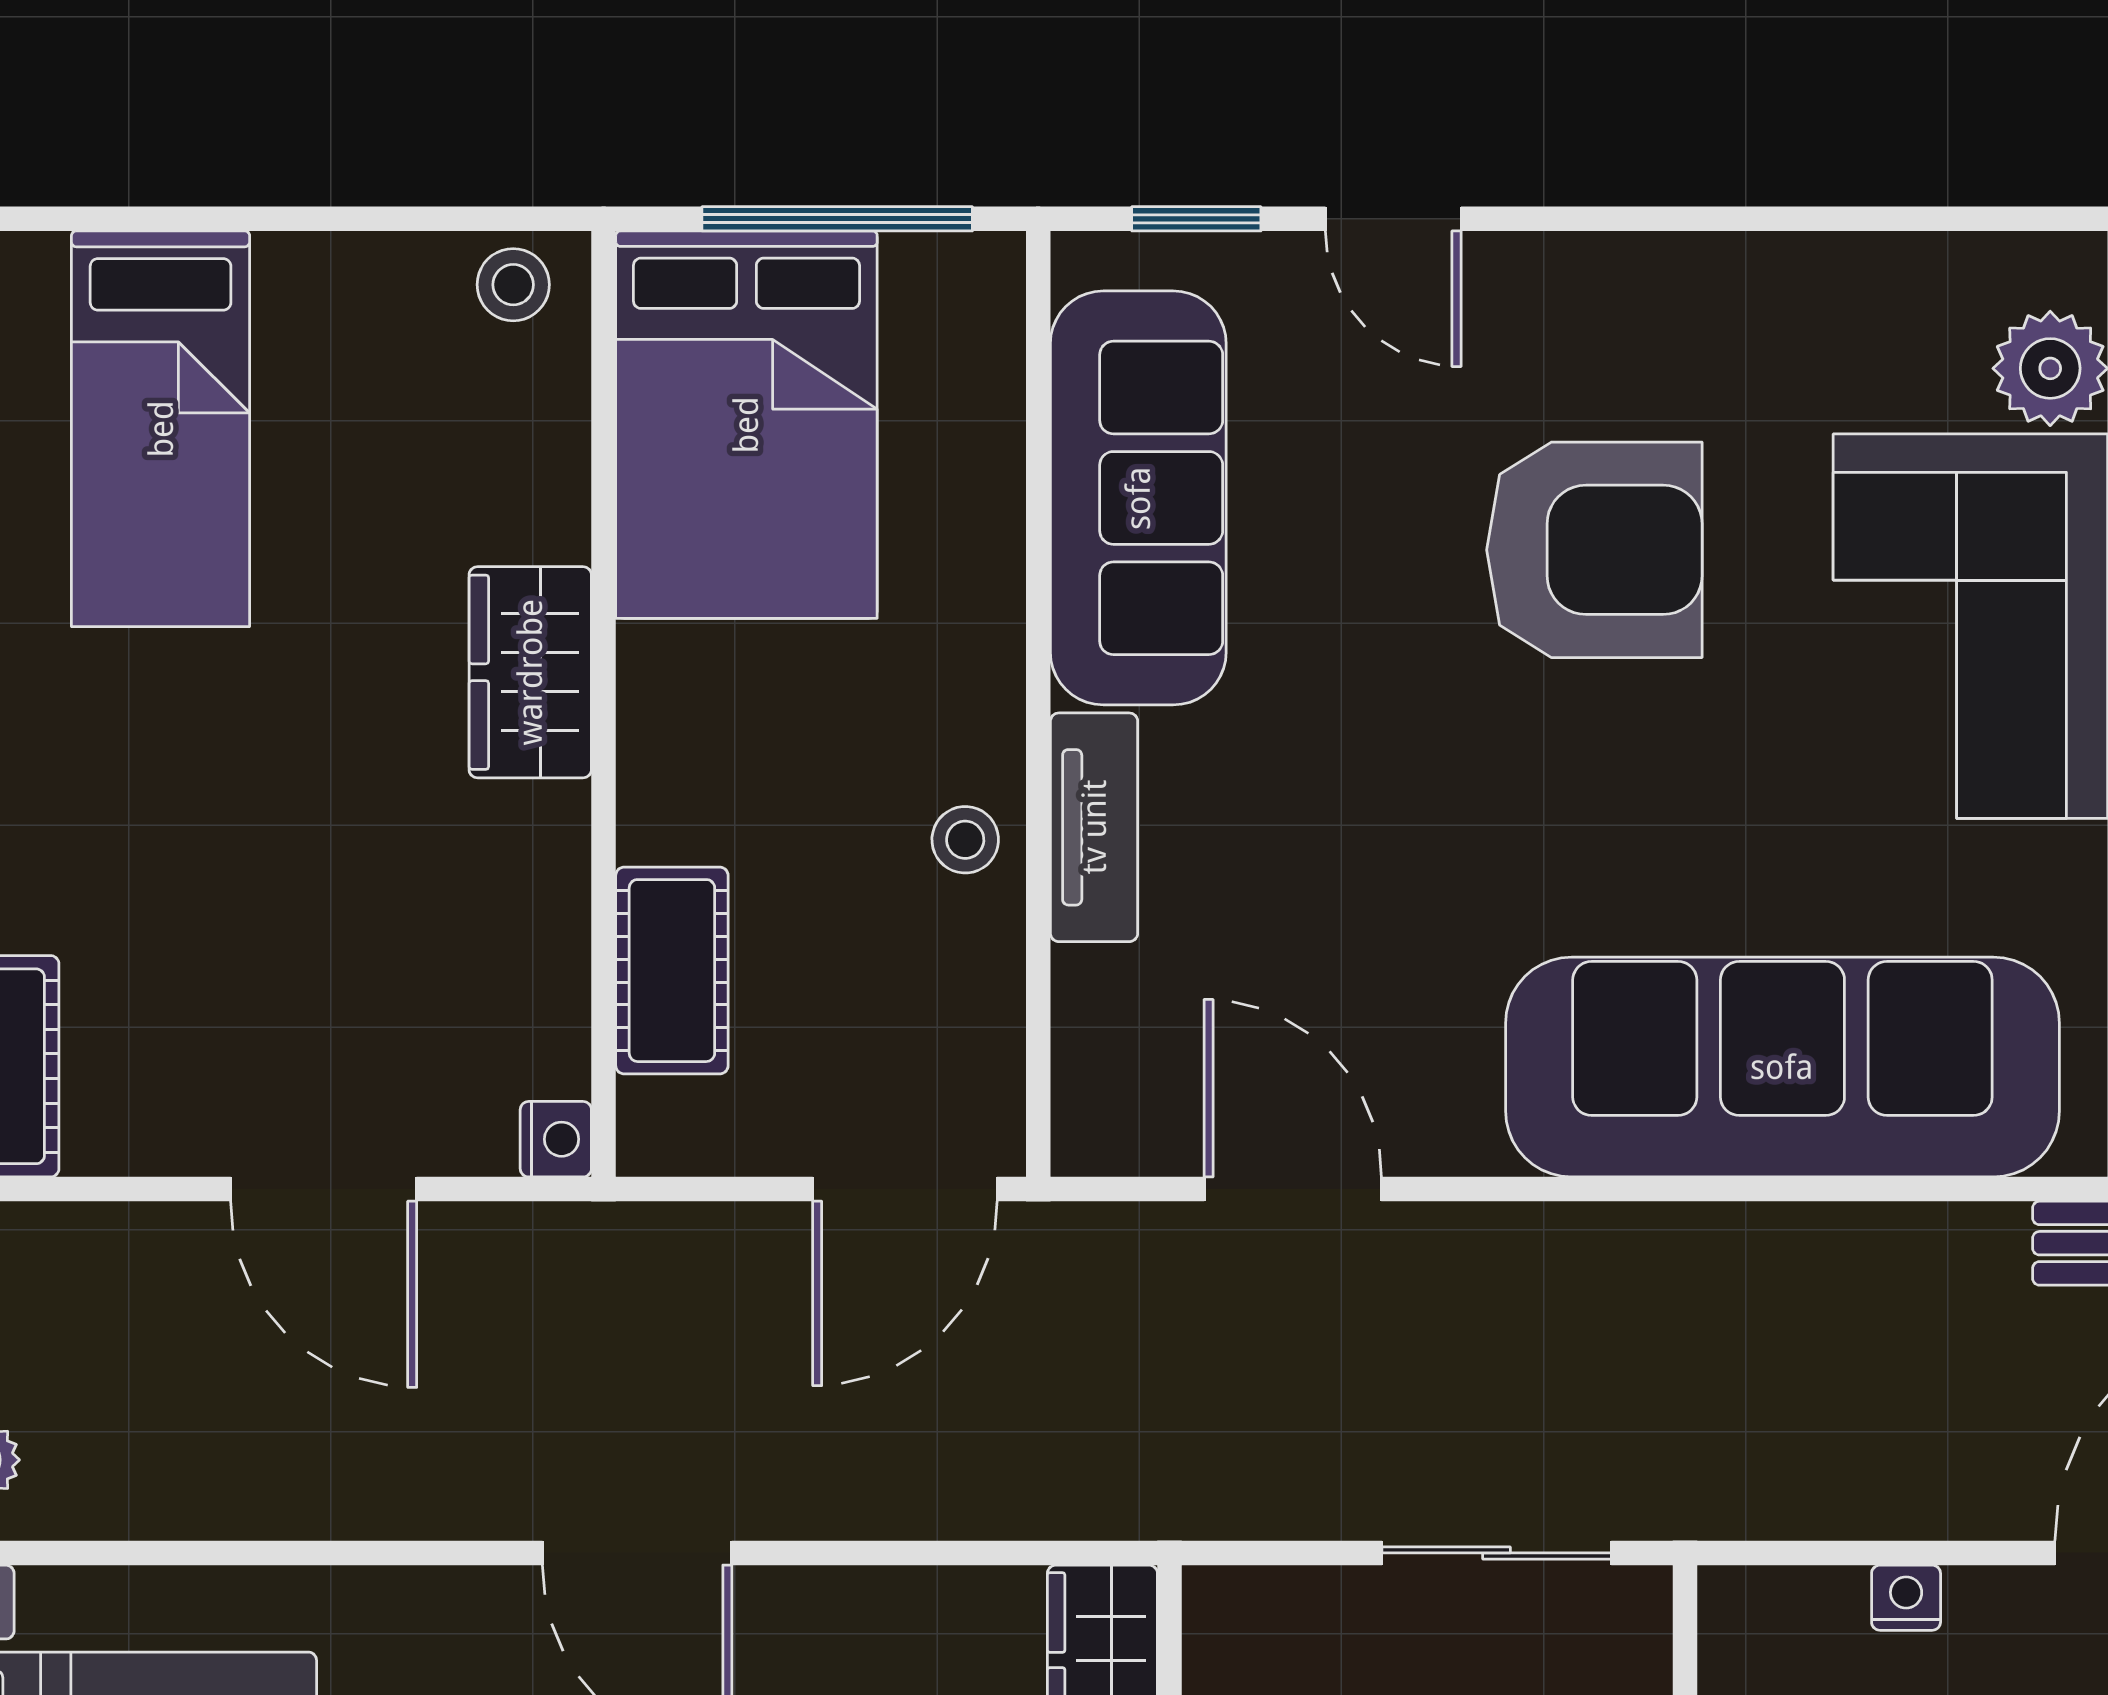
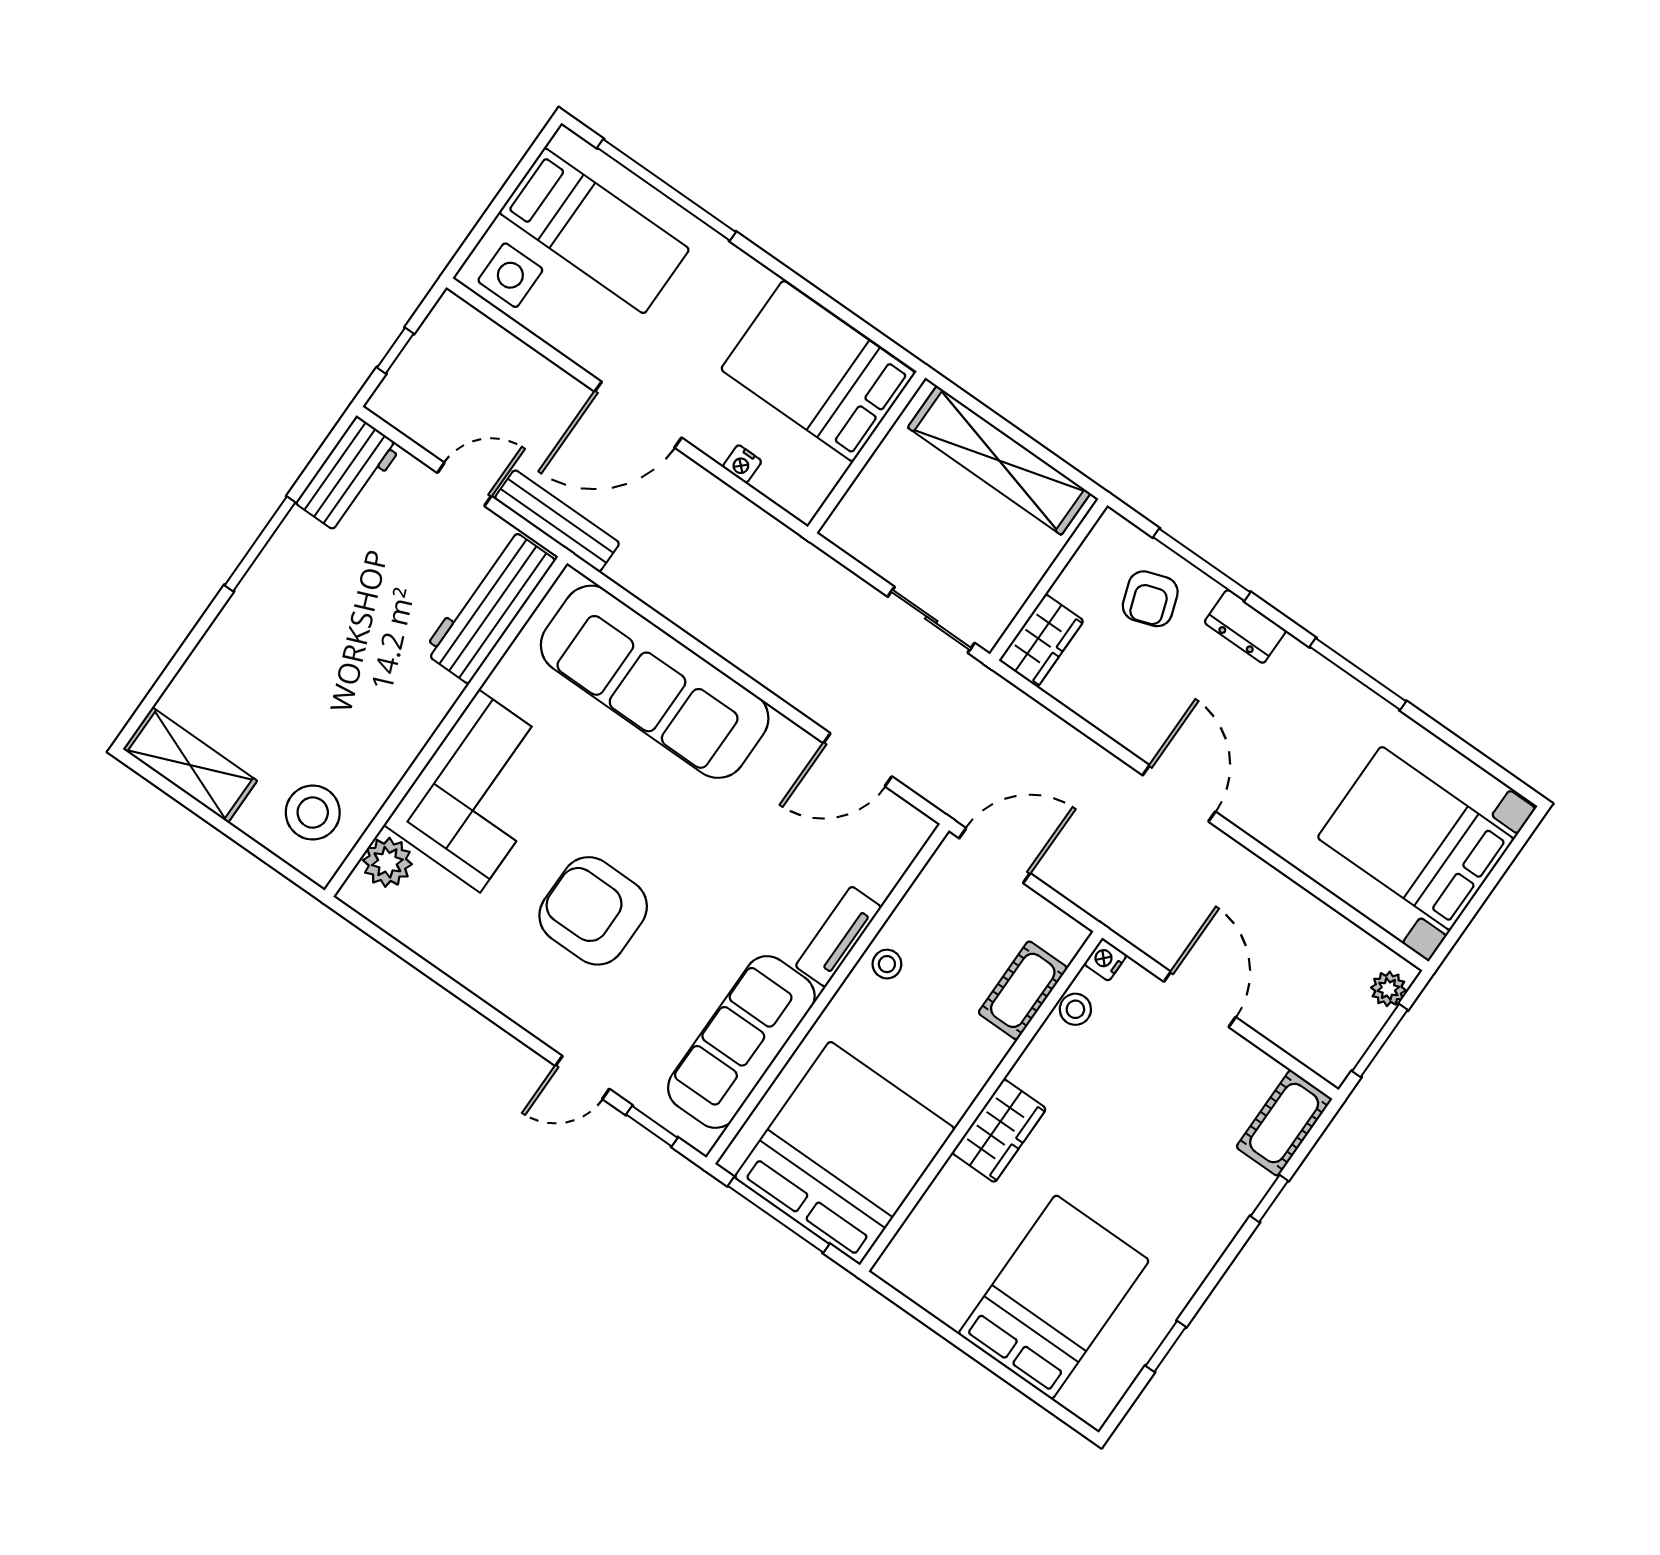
door: (1393, 219) -> (582, 1077), swing flipped
stool: (513, 285) -> (1075, 1009), moved
bed: (746, 425) -> (845, 1153), width x1.36
bed: (161, 429) -> (1054, 1297), width x1.50
door: (1293, 1189) -> (858, 760), hinge flipped
sliding door: (1497, 1553) -> (931, 620), moved

